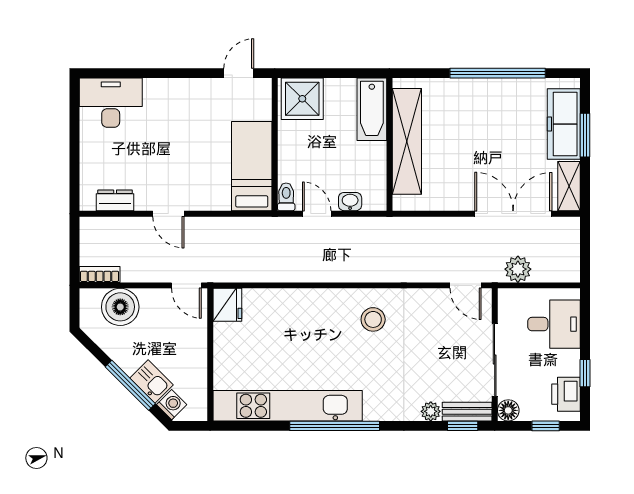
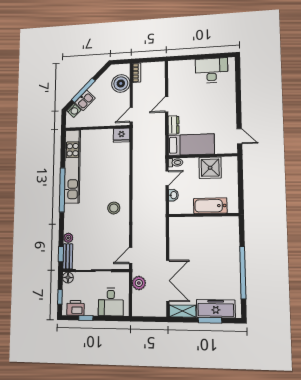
shower: (302, 99) -> (210, 168), moved
desk: (111, 103) -> (212, 70), moved, turned -90
bathtub: (372, 109) -> (210, 206), moved
shelving: (407, 141) -> (205, 224), removed
dresser: (115, 200) -> (173, 125), moved

